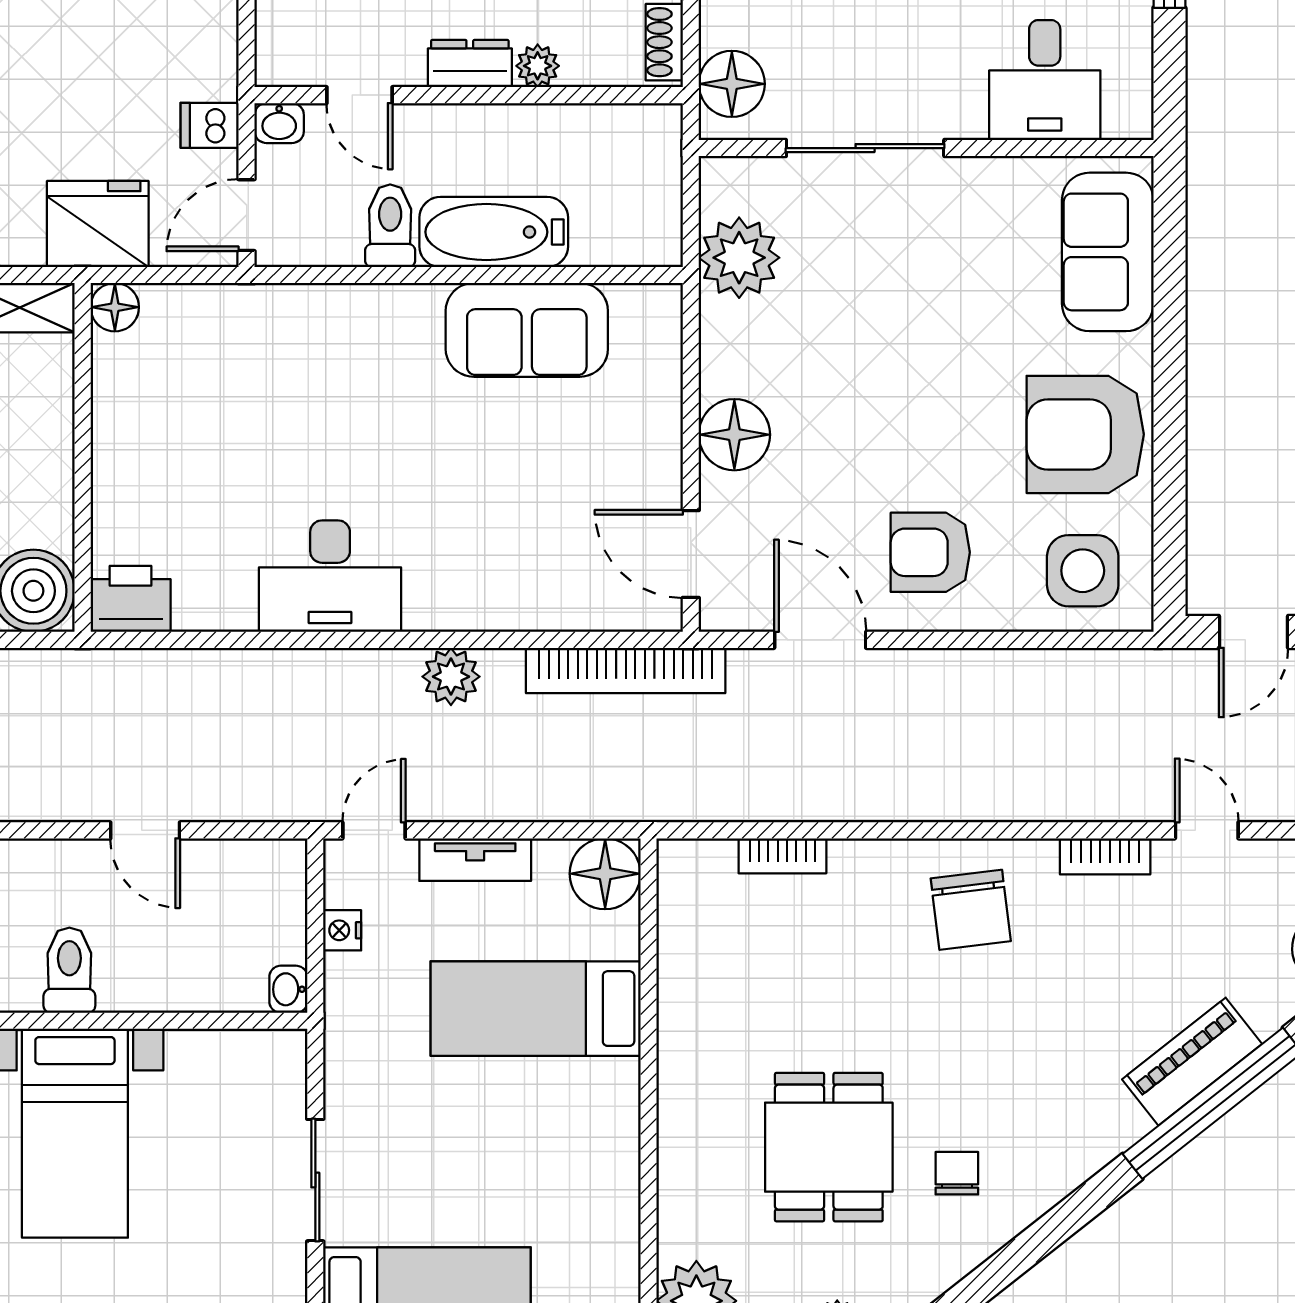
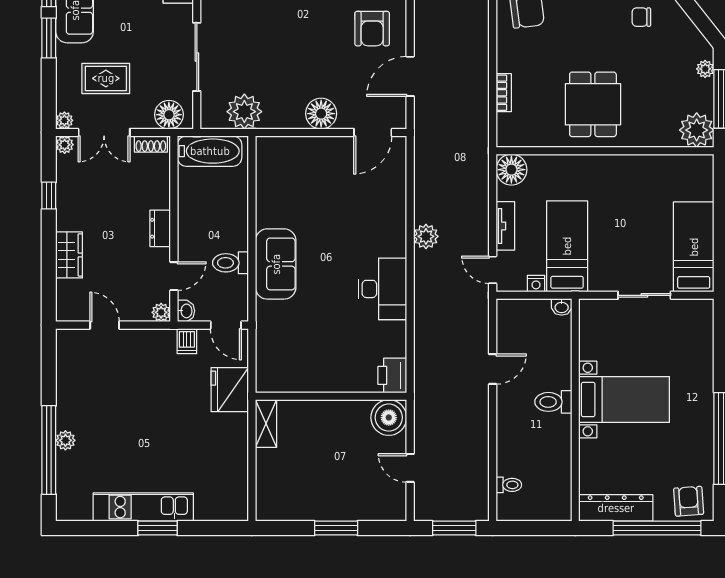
plant: (538, 66) -> (161, 312), moved
bathtub: (494, 232) -> (210, 151), moved, turned -90
floor lamp: (115, 307) -> (266, 382), removed
sofa: (527, 330) -> (276, 264), moved
bookcase: (626, 670) -> (423, 161), removed
bed: (536, 1009) -> (567, 246), moved, turned 180
dining table: (829, 1147) -> (593, 104), moved, turned 90

